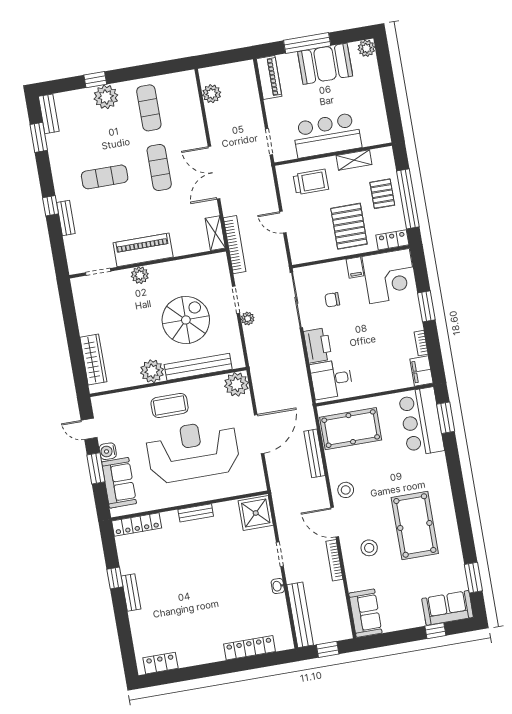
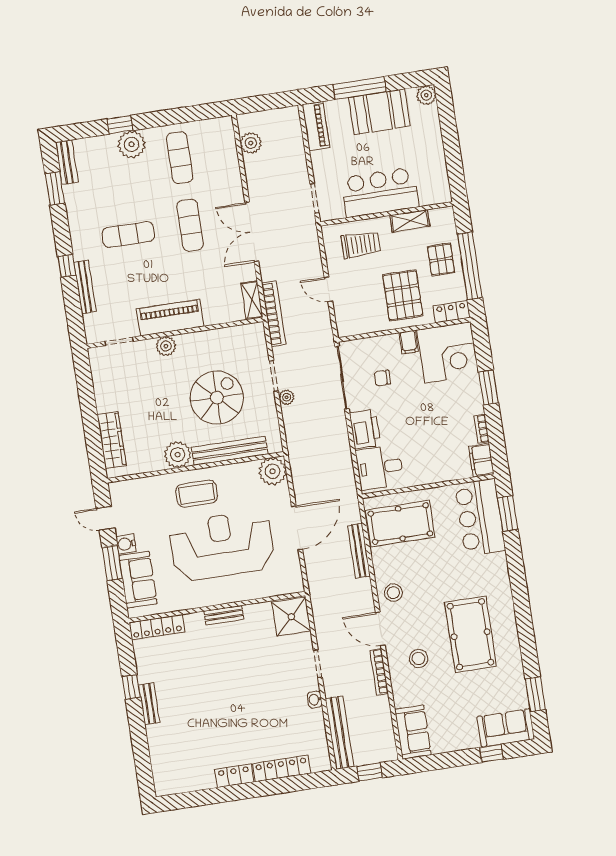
bench: (66, 218) -> (85, 287), width x1.36
locker: (161, 663) -> (234, 776), moved

